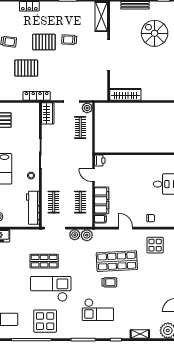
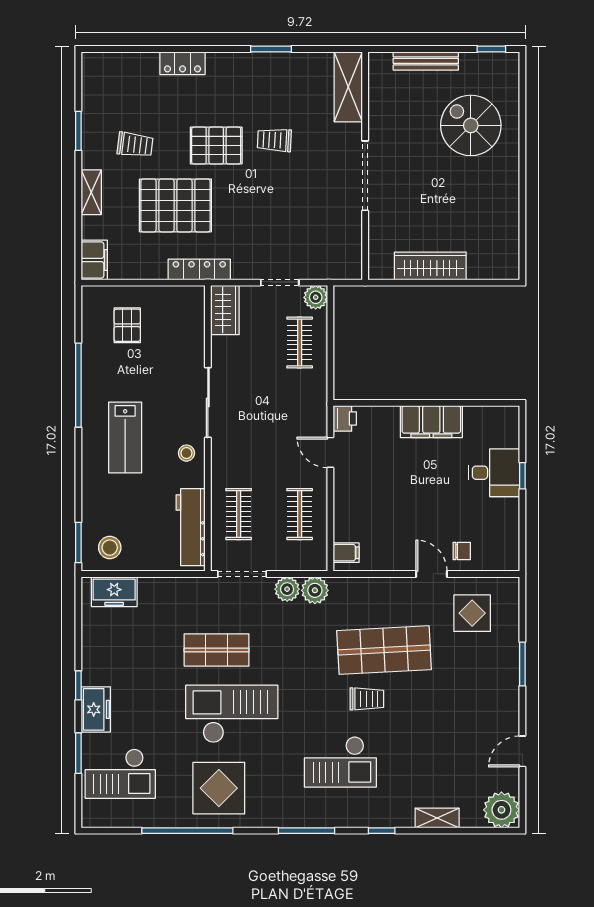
pallet: (26, 68) -> (175, 205), width x1.37, depth x1.41
wardrobe: (125, 94) -> (430, 266), moved
filing cabinet: (102, 200) -> (431, 422), moved, turned 90
door: (126, 228) -> (431, 574), moved

